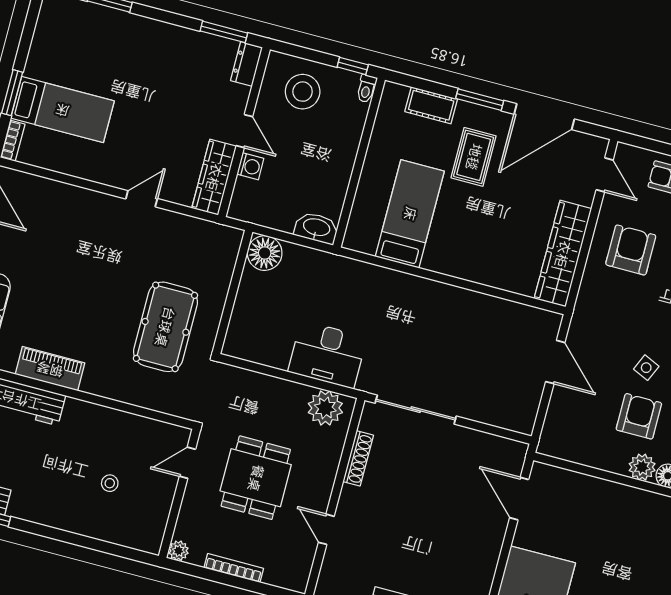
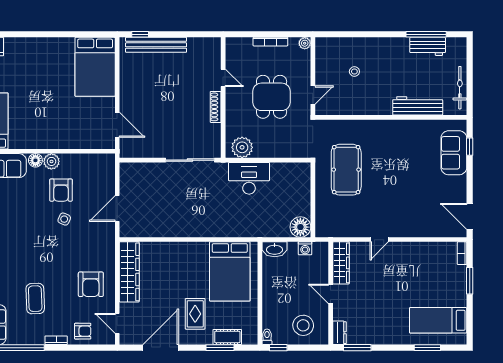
window: (480, 100) -> (220, 348), moved
bed: (62, 110) -> (438, 320), moved
washing machine: (250, 166) -> (305, 248), moved, turned -90
bed: (410, 214) -> (230, 271), width x1.50
door: (555, 362) -> (117, 209), hinge flipped
piano: (50, 369) -> (406, 128), removed
shoe rack: (358, 458) -> (216, 107), moved

